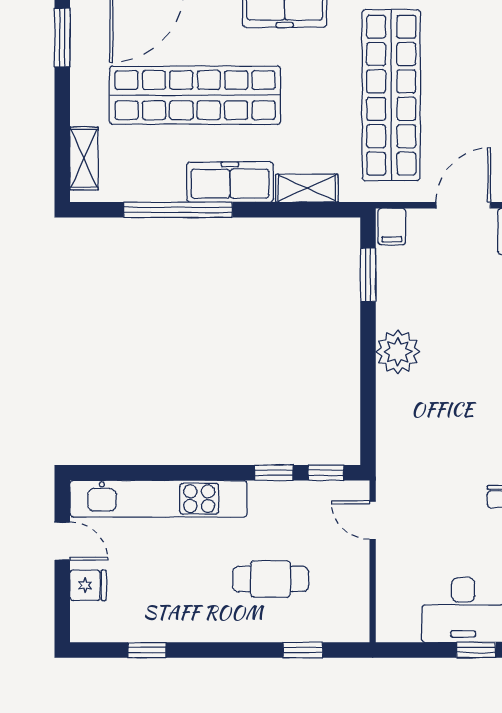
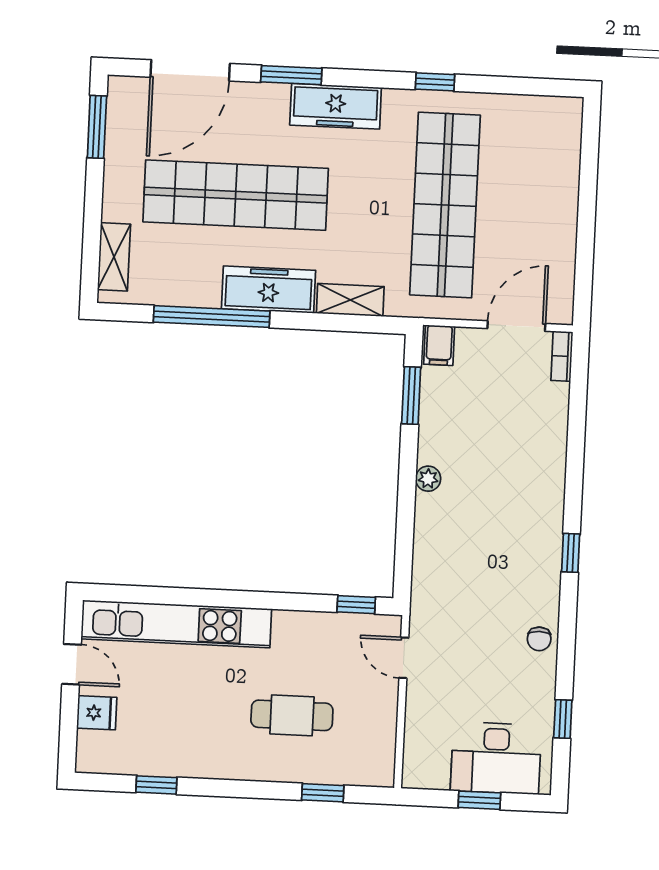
plant: (398, 352) -> (428, 479), width x0.53, depth x0.53
window: (274, 473) -> (301, 602), removed
window: (476, 650) -> (479, 800), moved

